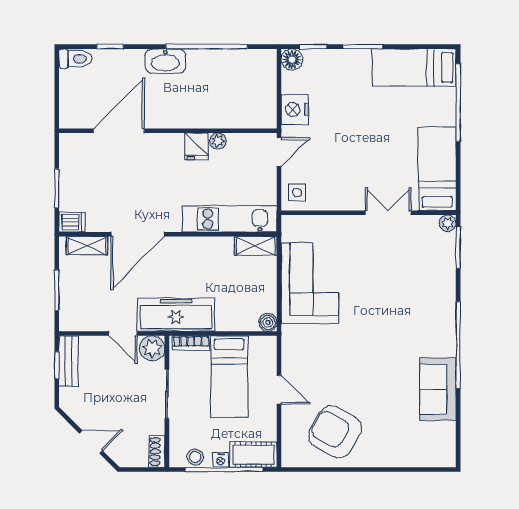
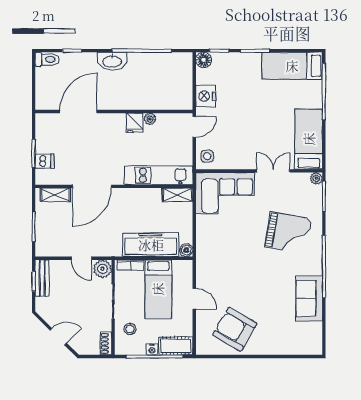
dishwasher: (72, 222) -> (45, 161), moved
corner sofa: (310, 283) -> (225, 193), moved, turned 90
grand piano: (409, 298) -> (288, 233), added
freezer: (176, 315) -> (151, 245), moved
stool: (195, 457) -> (130, 329), moved

